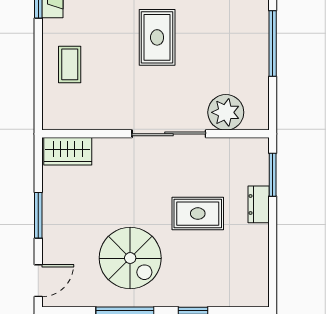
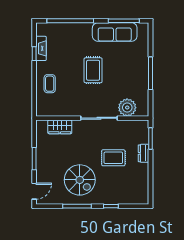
wardrobe: (68, 151) -> (60, 127), moved

